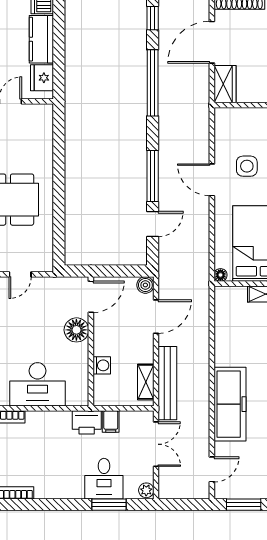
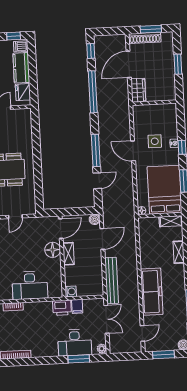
washing machine: (102, 365) -> (71, 292), moved
shelving: (146, 382) -> (68, 254), moved
desk: (104, 479) -> (75, 343), width x1.37

